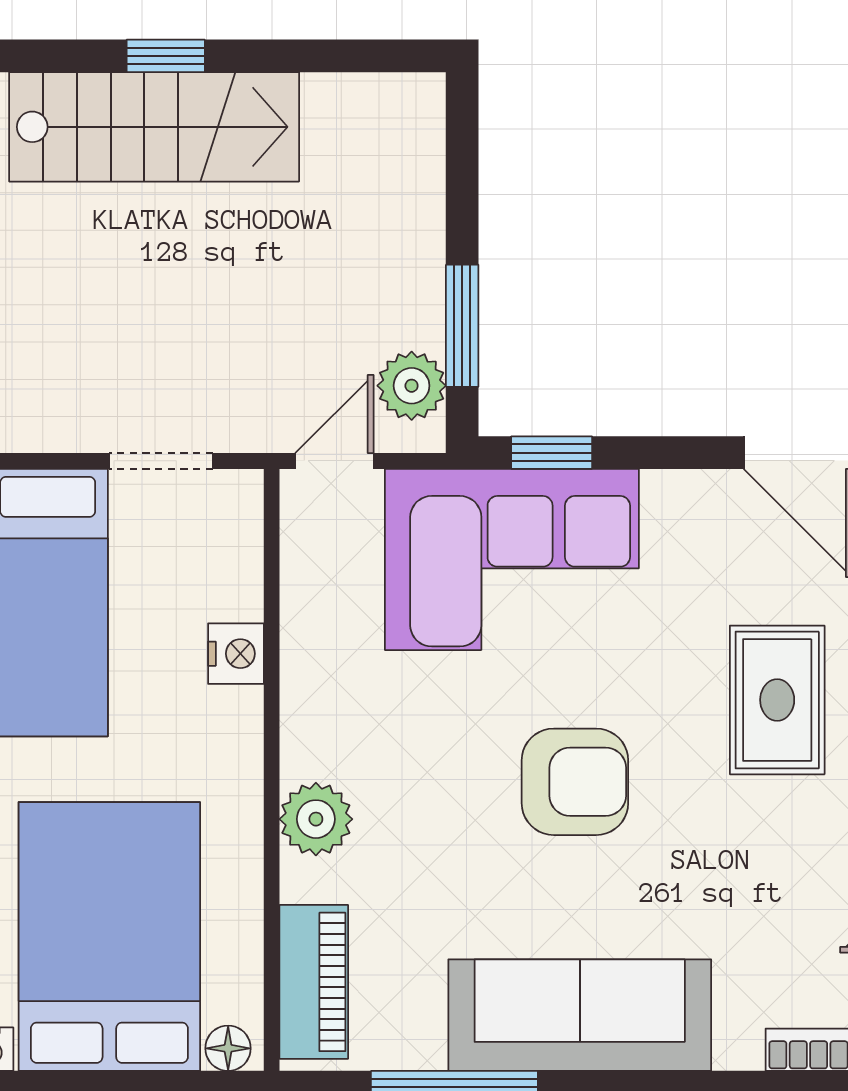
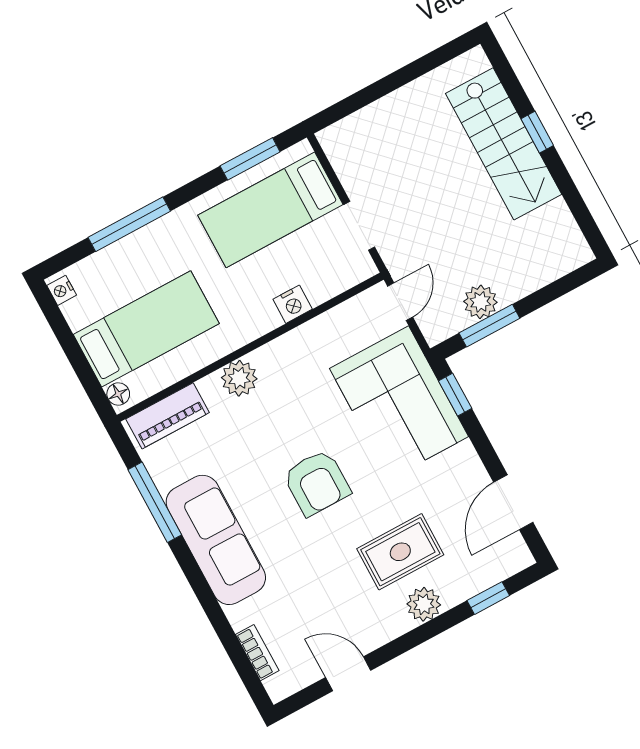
plant: (412, 386) -> (480, 302), moved
door: (334, 461) -> (400, 302), hinge flipped
bed: (109, 936) -> (146, 329), width x0.67

